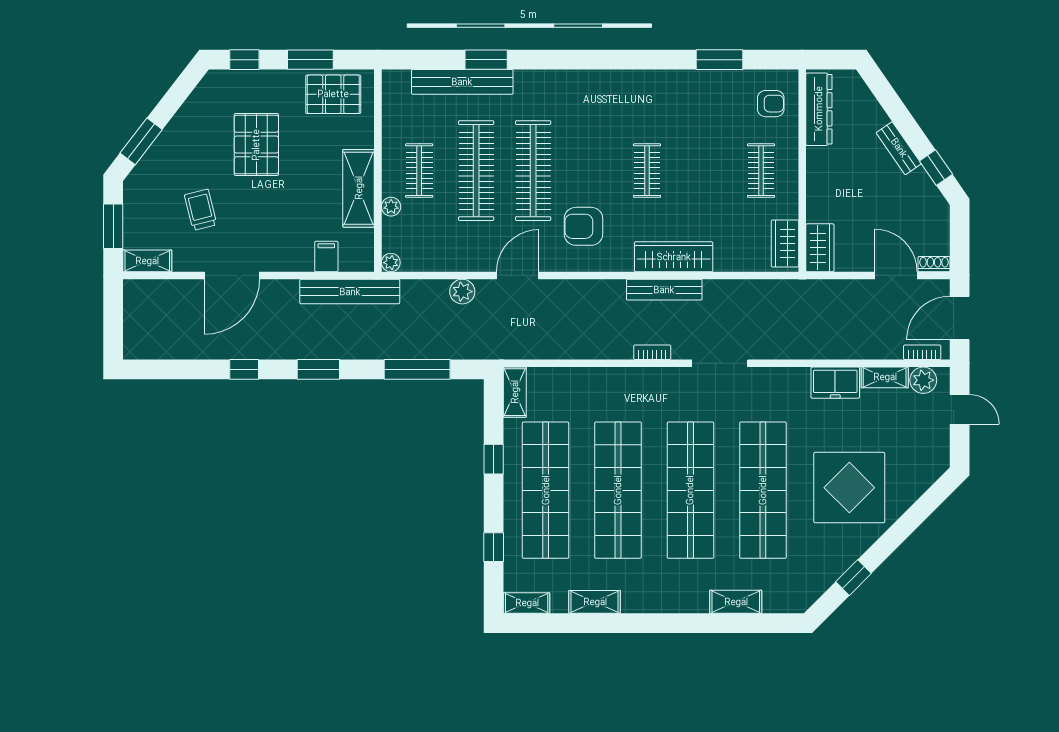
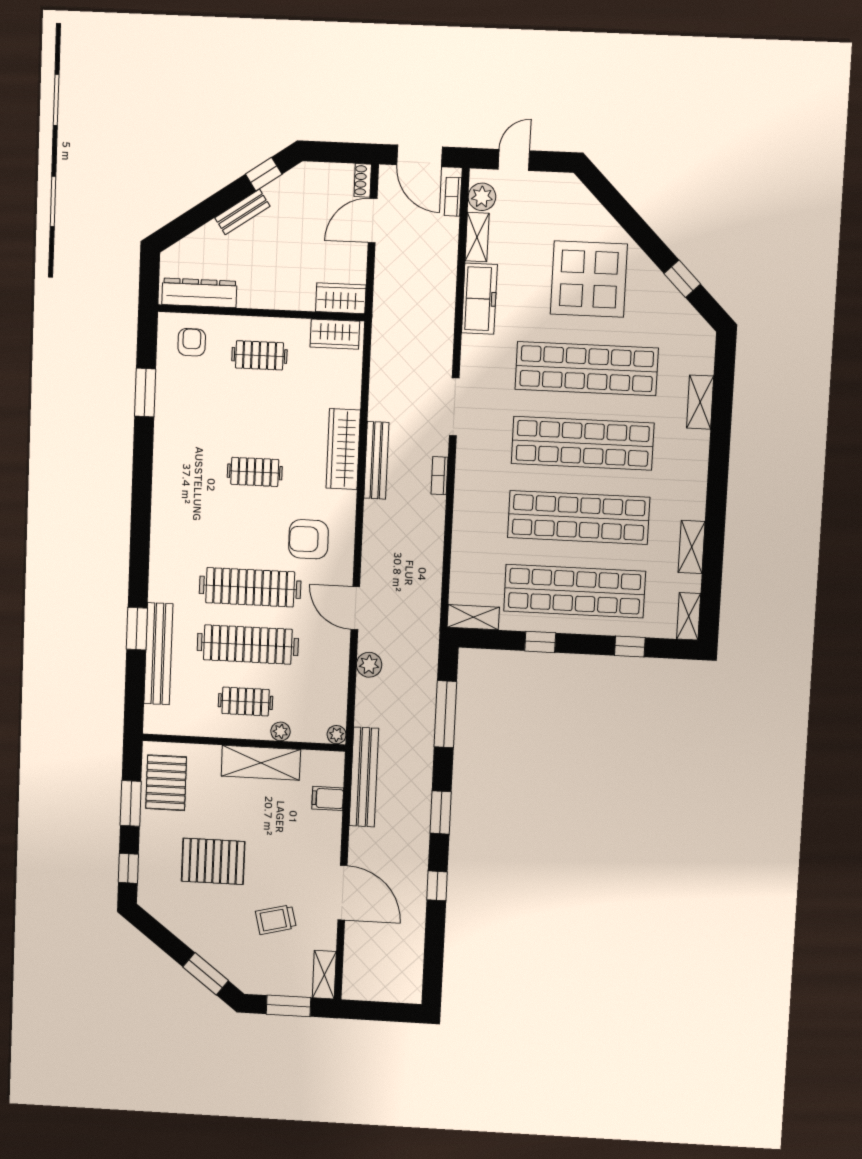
armchair: (583, 226) -> (308, 539), turned 90
freezer: (835, 383) -> (479, 299), width x1.40

